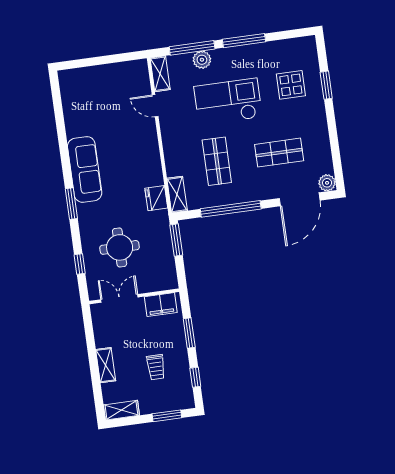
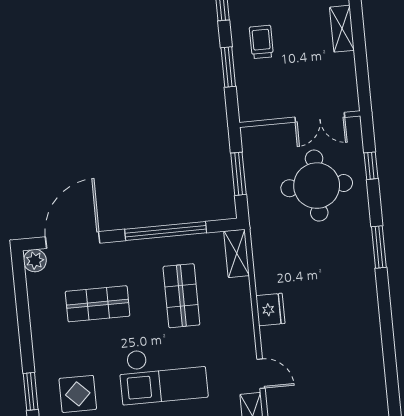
sofa: (85, 169) -> (359, 292), removed
fridge: (156, 198) -> (270, 310), moved
window: (176, 240) -> (238, 174), moved
round table: (120, 247) -> (317, 186), width x1.36, depth x1.36
filing cabinet: (161, 305) -> (265, 107), removed
trolley: (156, 367) -> (261, 42), moved

